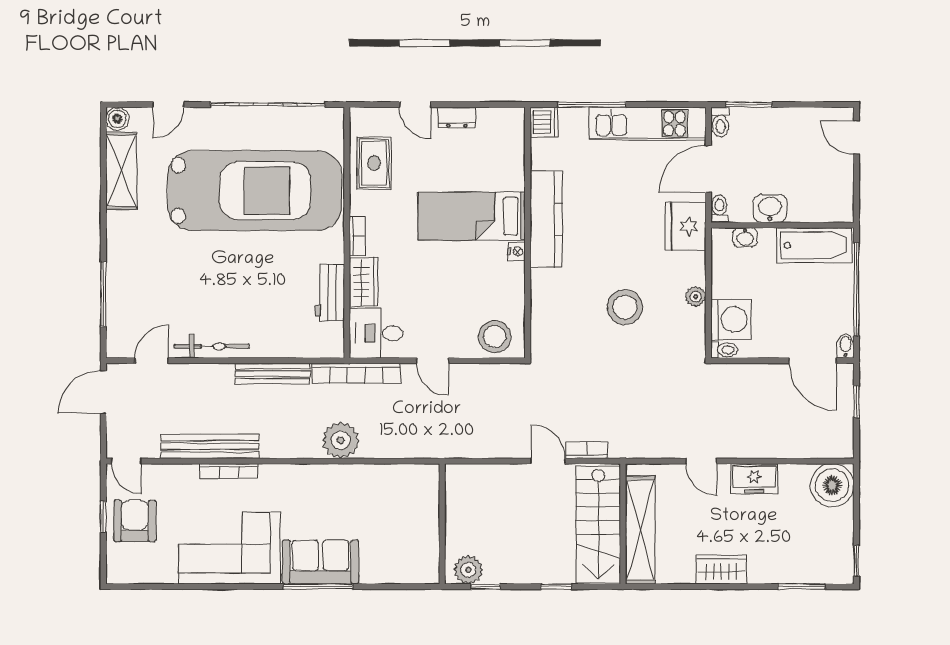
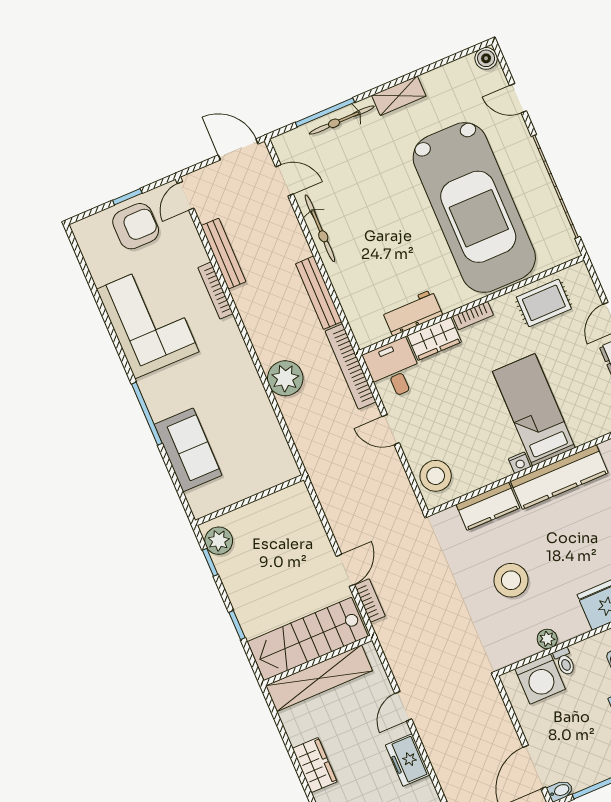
shelving: (121, 171) -> (399, 96), moved, width x0.67, depth x0.75
bicycle: (117, 281) -> (342, 120), added
kitchen counter: (545, 299) -> (488, 506), added
toilet: (724, 350) -> (565, 662), moved
door: (433, 361) -> (391, 430), hinge flipped
bench: (210, 446) -> (223, 254), width x0.73, depth x0.82
sofa: (320, 562) -> (188, 450), moved

